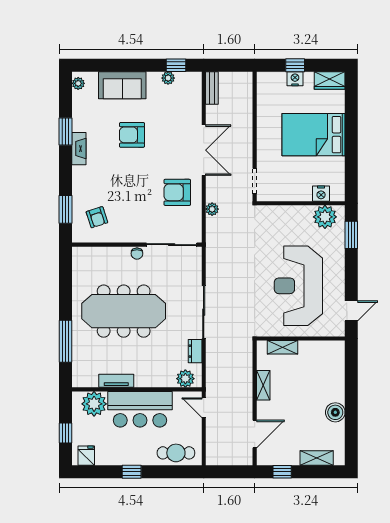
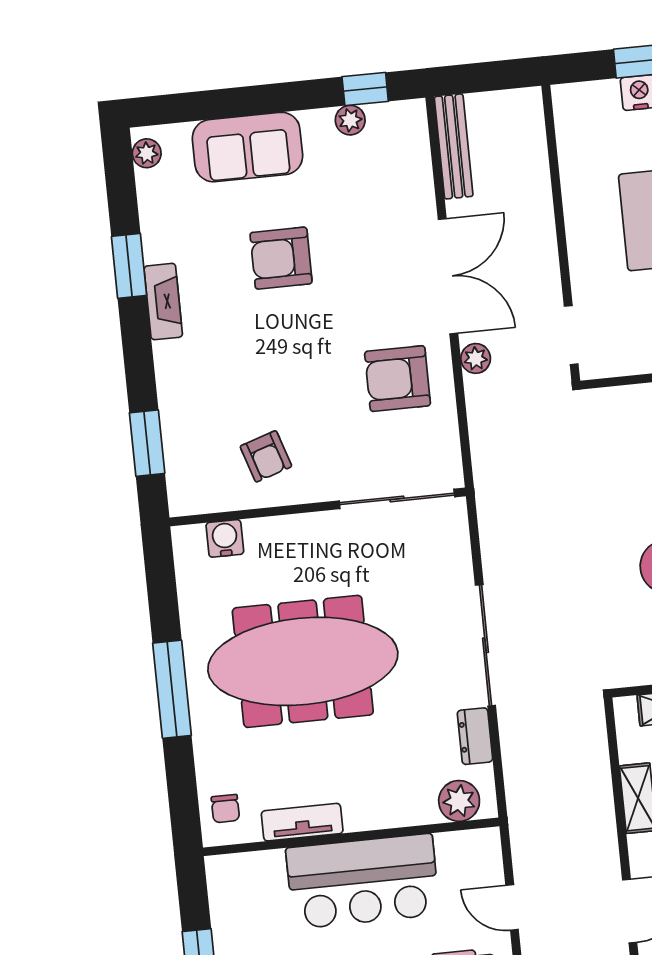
bench: (212, 88) -> (454, 146), width x1.36
plant: (212, 209) -> (476, 358), moved
armchair: (97, 217) -> (266, 456), moved
water cooler: (95, 254) -> (225, 538), added
chair: (137, 254) -> (225, 809), moved
window: (66, 341) -> (172, 689), moved
plant: (94, 404) -> (257, 880), removed
door: (204, 408) -> (512, 907), moved

